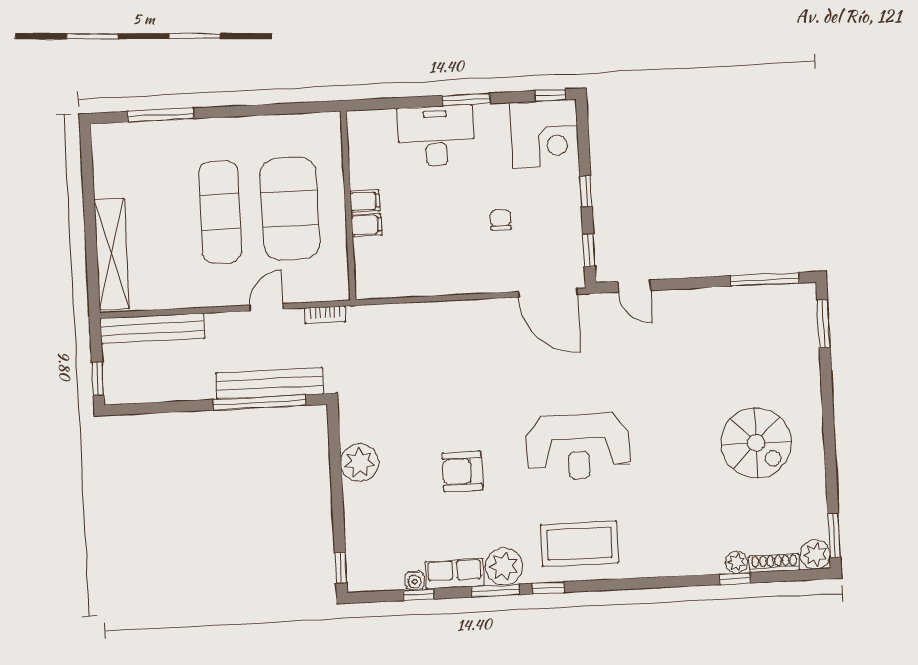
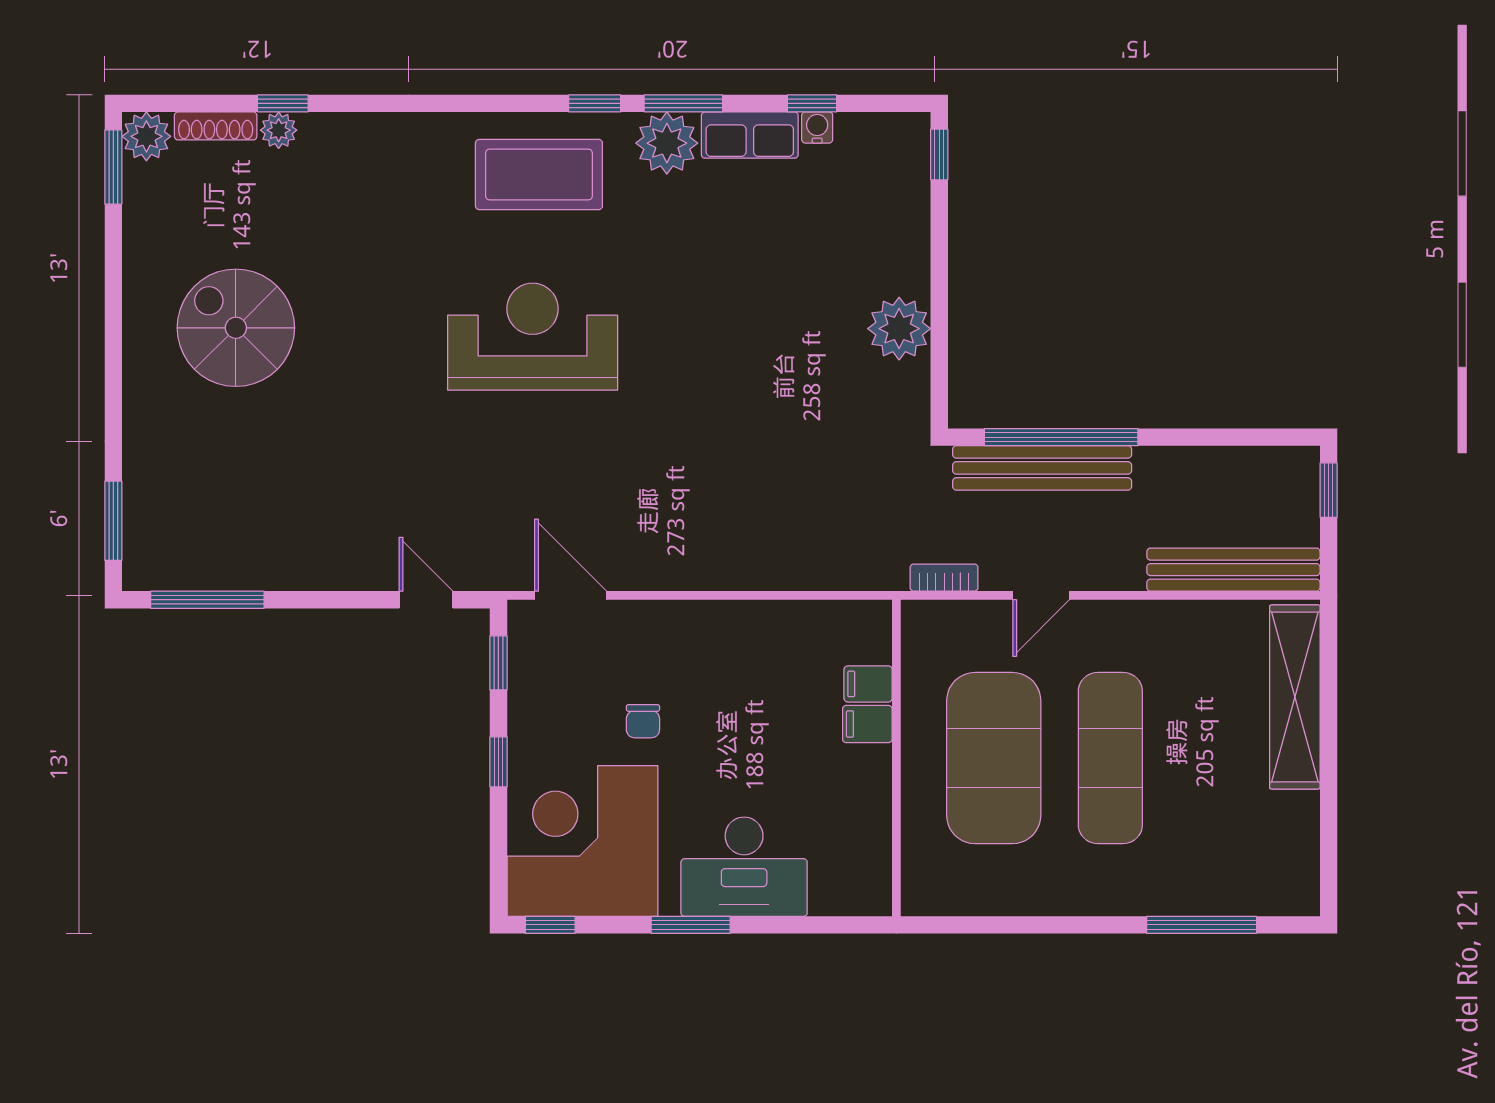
corner desk: (545, 134) -> (582, 841), width x1.36, depth x1.36
filing cabinet: (365, 201) -> (868, 684), moved
door: (548, 293) -> (571, 595), width x0.73
armchair: (462, 471) -> (728, 305), removed

